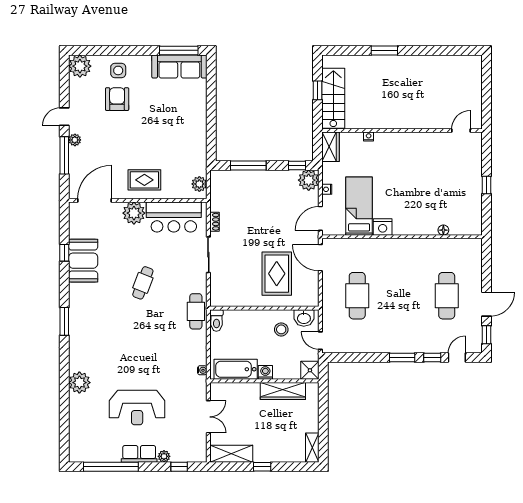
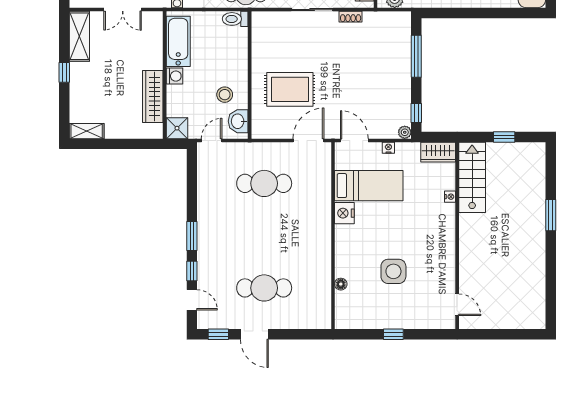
stairs: (333, 98) -> (472, 177), moved, turned -90
plant: (309, 180) -> (405, 132), width x0.53, depth x0.53
side table: (433, 185) -> (393, 271), added

